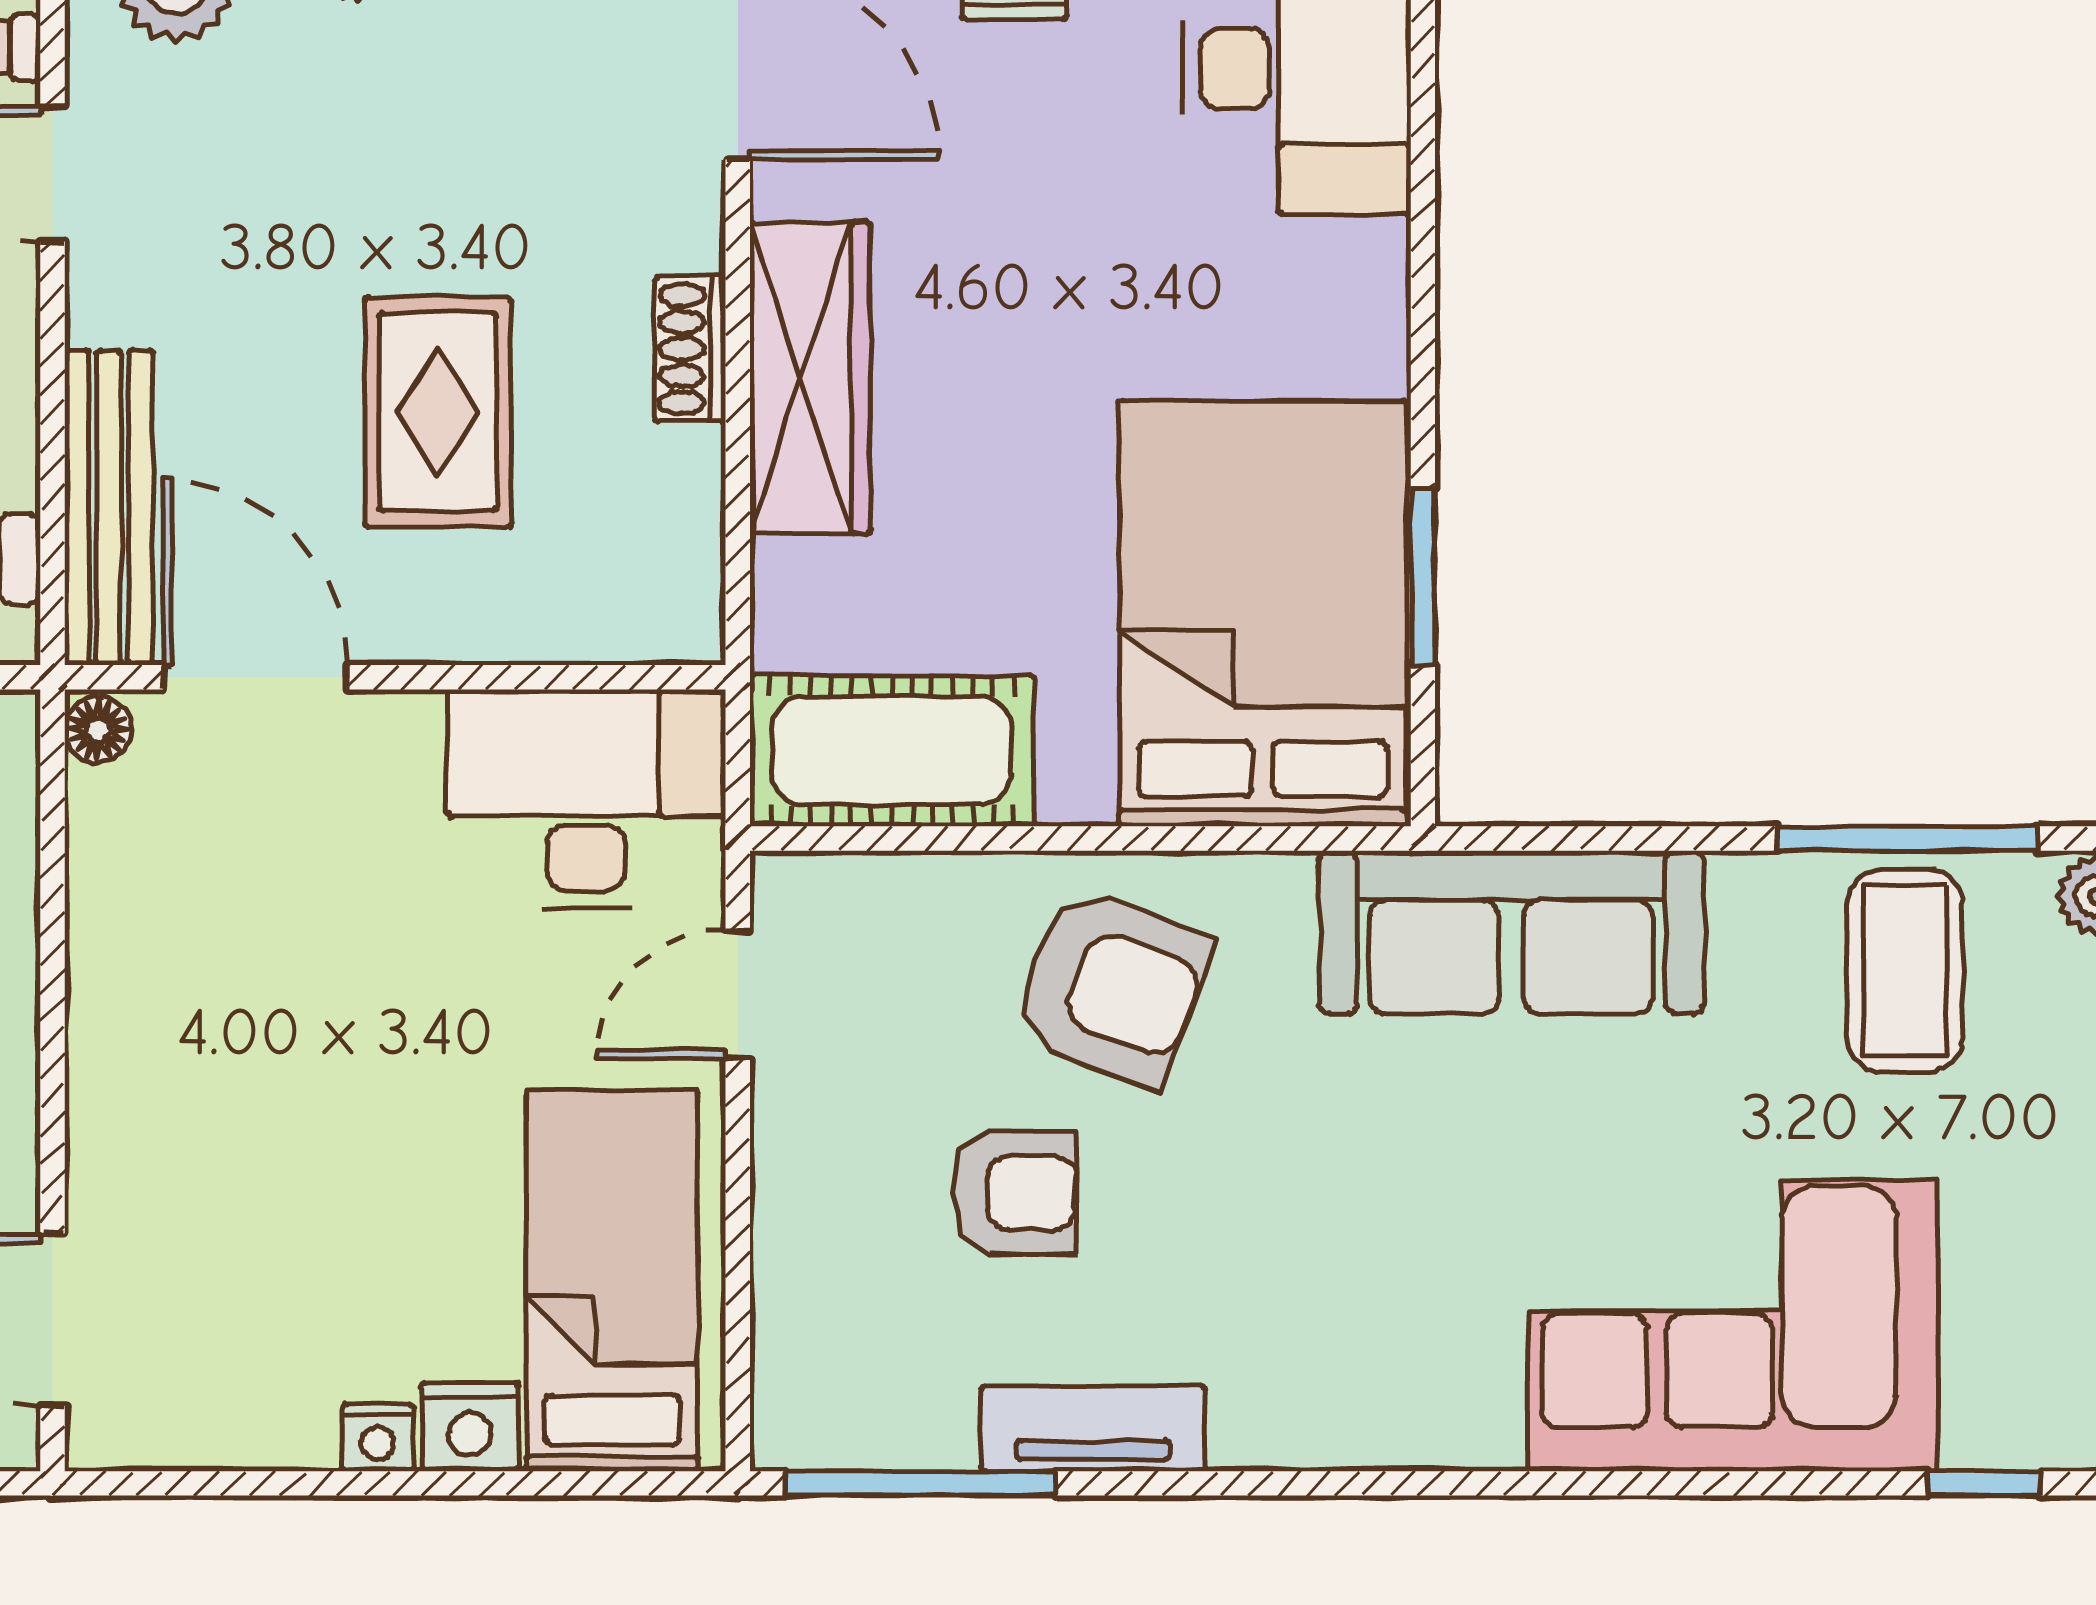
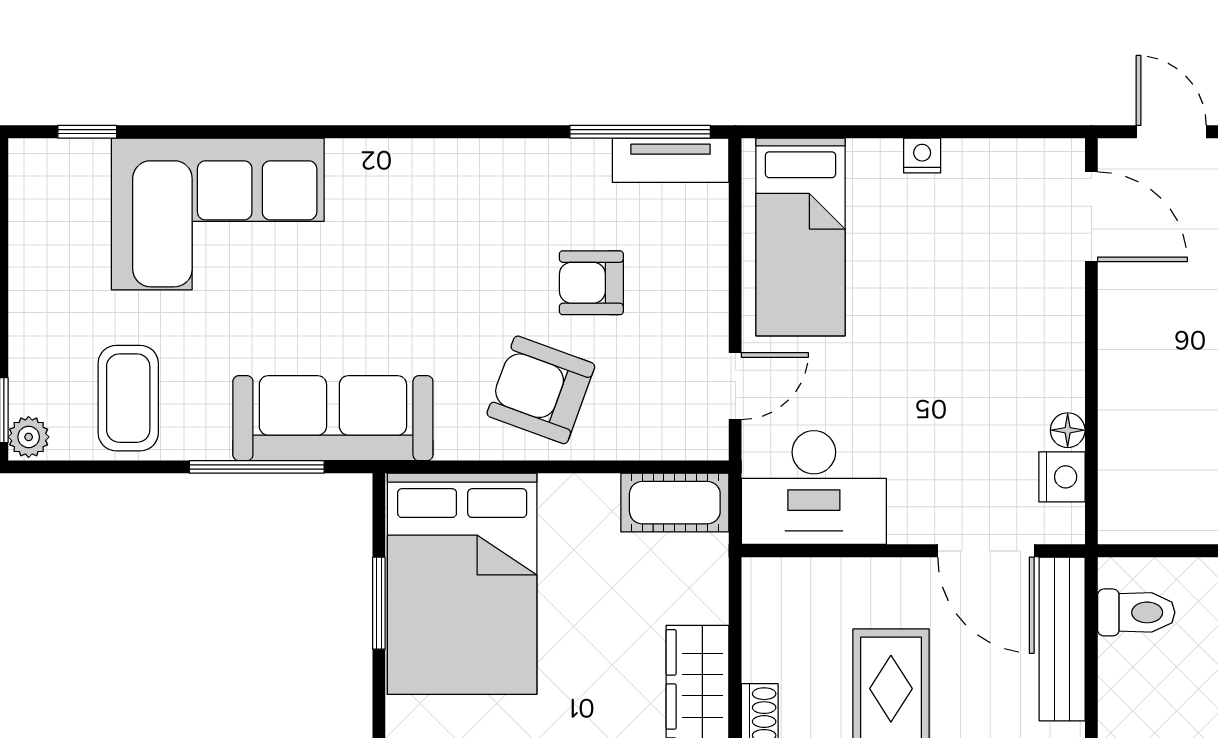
floor lamp: (98, 730) -> (1068, 430), moved
cot: (892, 751) -> (675, 503), width x0.73, depth x0.75
window: (1907, 839) -> (257, 467), moved
nightstand: (470, 1427) -> (1062, 477), moved, turned 90
tv unit: (1093, 1429) -> (671, 160), moved

